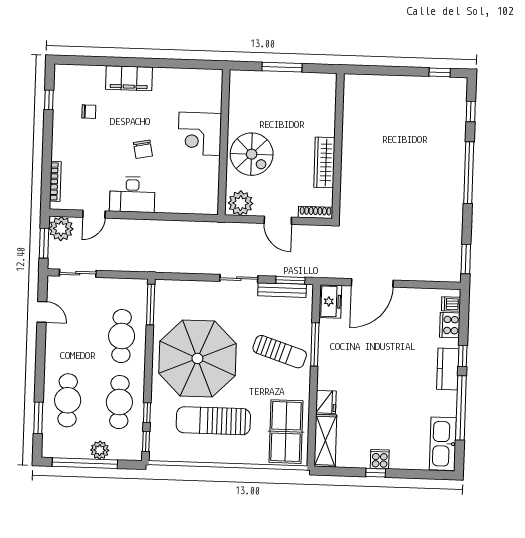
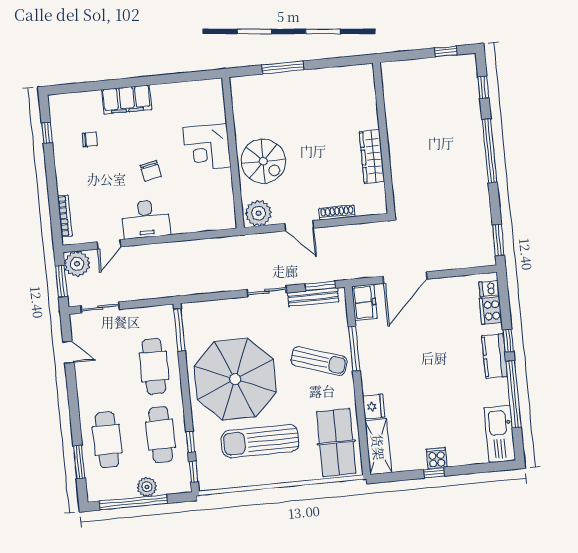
wall: (338, 146) -> (384, 138), moved
wardrobe: (324, 162) -> (372, 157), moved

